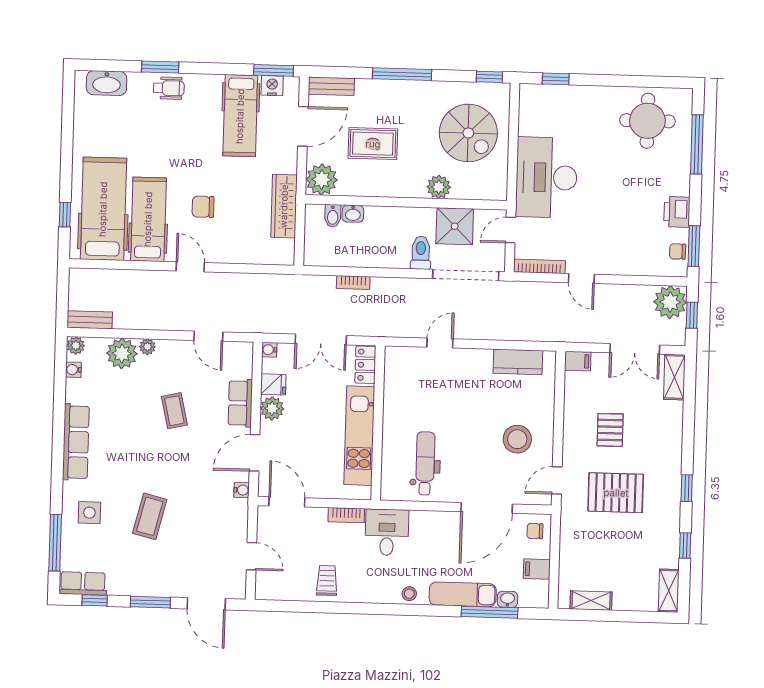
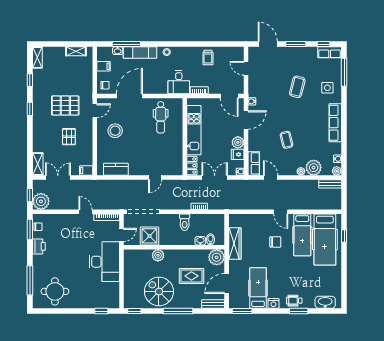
nightstand: (272, 86) -> (273, 303), moved
spiral stairs: (468, 133) -> (159, 291), moved
toilet: (421, 253) -> (185, 222), moved
row of seats: (240, 403) -> (254, 163), moved

